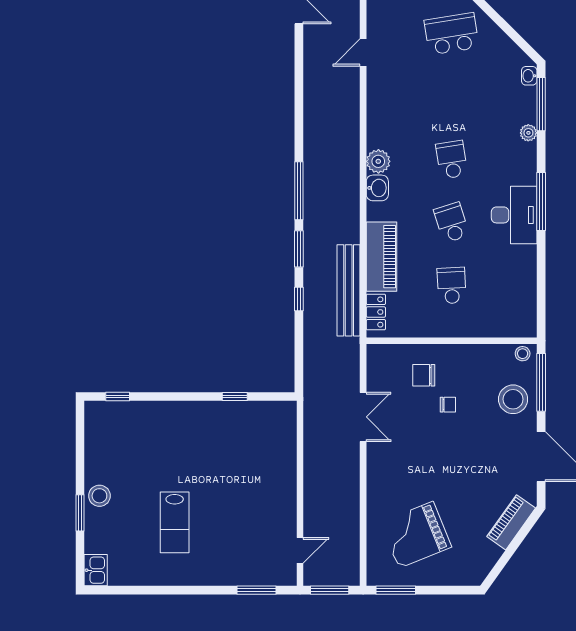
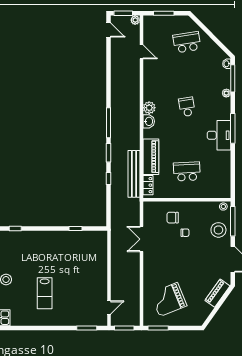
door: (363, 52) -> (141, 52), swing flipped
school desk: (452, 223) -> (187, 139), removed
school desk: (452, 285) -> (187, 171), width x1.85
double door: (363, 417) -> (141, 239), swing flipped

